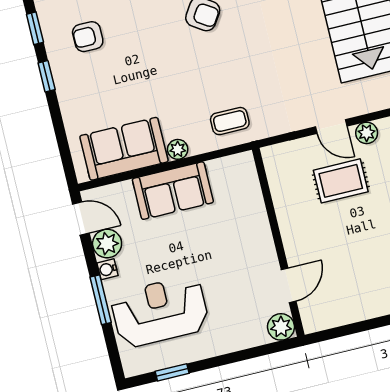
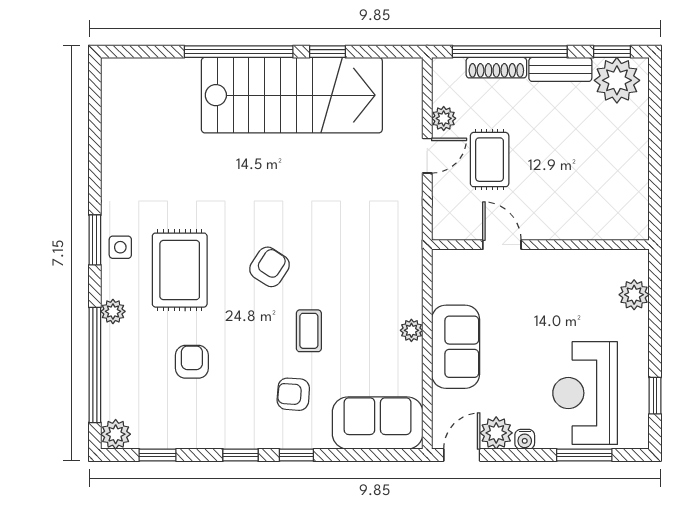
armchair: (88, 37) -> (293, 394), moved, turned 94
coffee table: (230, 121) -> (309, 331), moved
sofa: (124, 149) -> (378, 423), moved, turned 90
door: (289, 285) -> (502, 245), moved
window: (101, 300) -> (584, 455), moved
plant: (281, 327) -> (634, 295), moved

